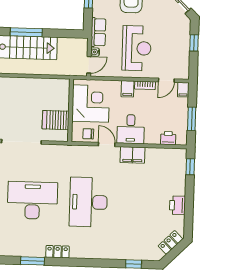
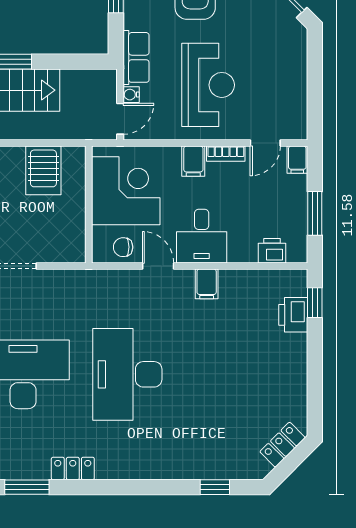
window: (194, 43) -> (315, 72), removed
server rack: (56, 120) -> (43, 170), moved, turned -90
filing cabinet: (132, 155) -> (207, 284), width x0.50
printer: (177, 205) -> (293, 315), moved

